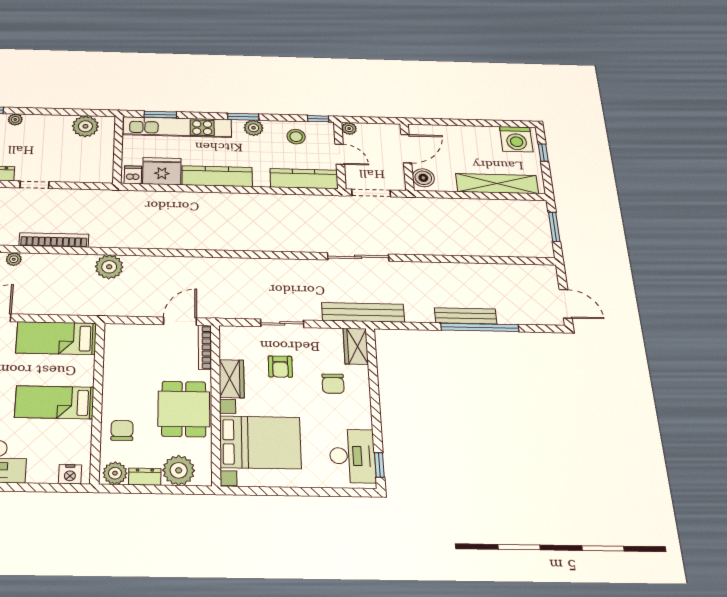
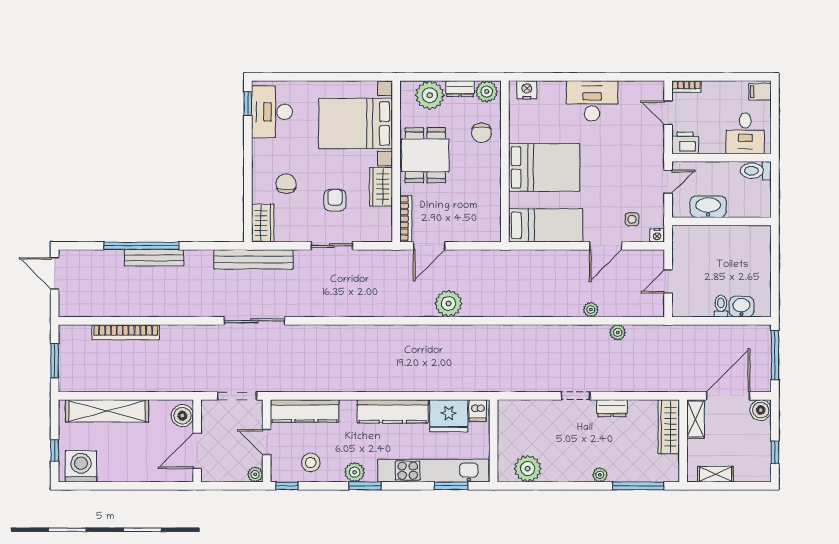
bookcase: (54, 240) -> (126, 332), moved
plant: (109, 267) -> (449, 303), moved
bed: (54, 402) -> (544, 167), width x1.50

